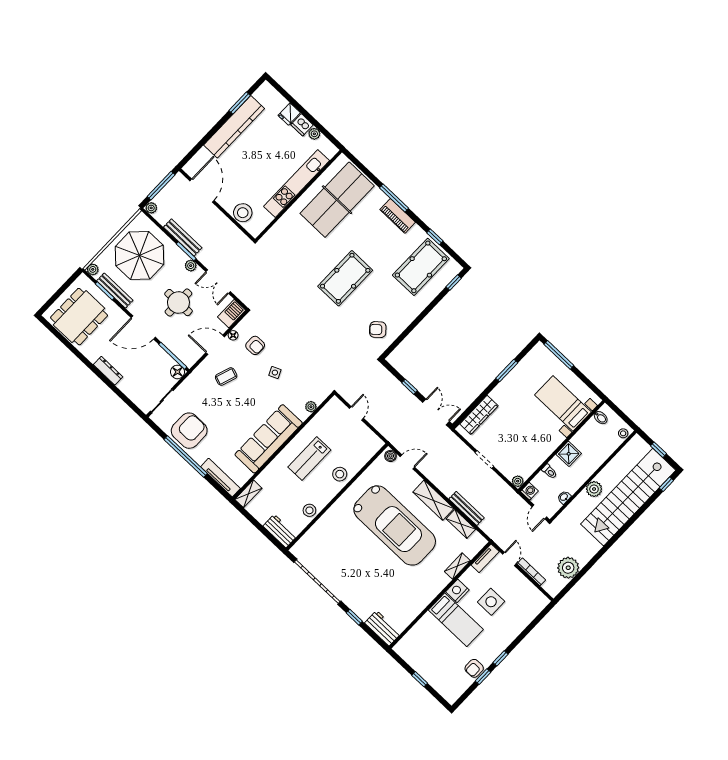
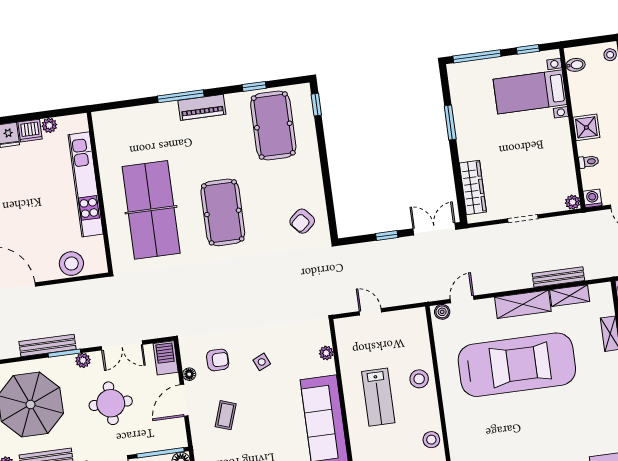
table tennis table: (337, 200) -> (151, 210), moved
window: (587, 382) -> (528, 49), added

